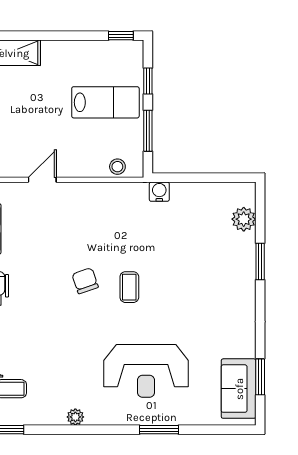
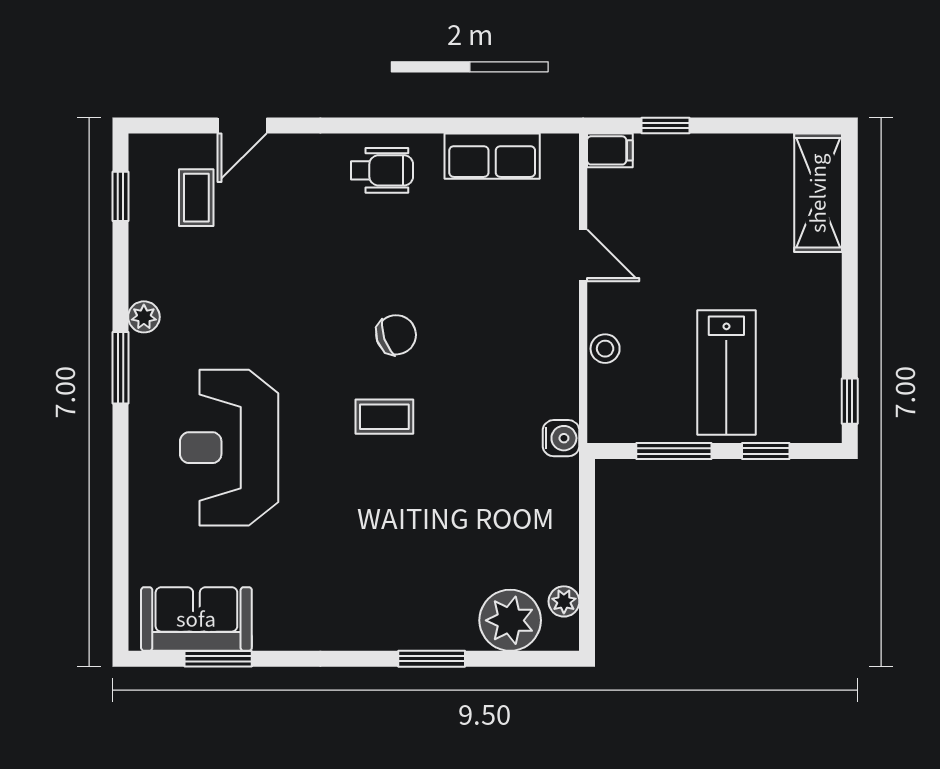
stool: (117, 167) -> (605, 349), moved
plant: (229, 190) -> (564, 601), added
water cooler: (159, 192) -> (561, 438), moved
plant: (244, 219) -> (510, 620), width x1.36, depth x1.36
window: (159, 430) -> (120, 368), moved

